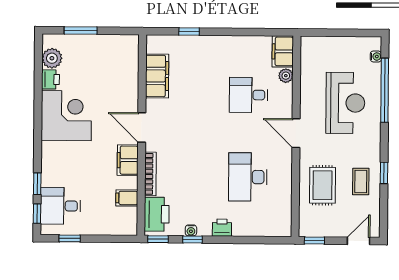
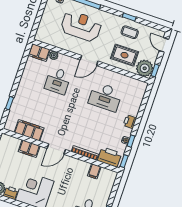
filing cabinet: (128, 160) -> (29, 149), moved
plant: (312, 223) -> (145, 68), added

